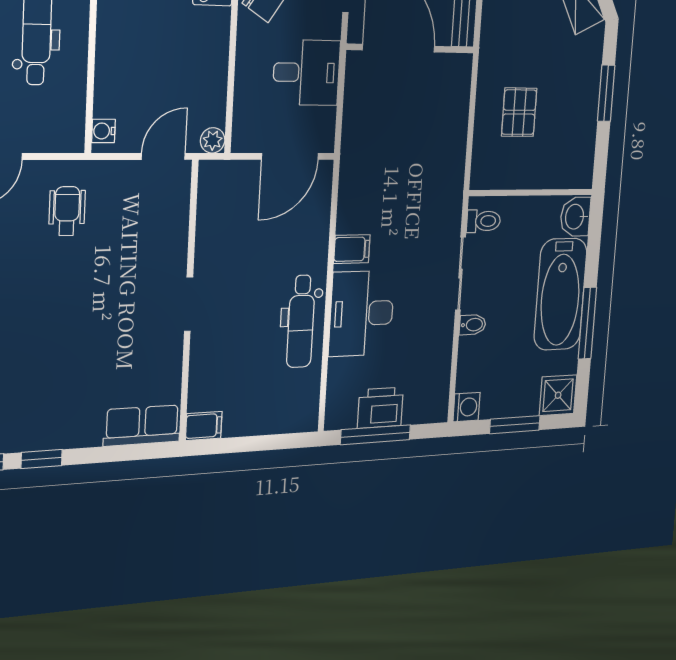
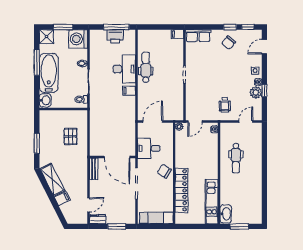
washing machine: (467, 407) -> (78, 39), width x1.89, depth x1.89
chair: (48, 410) -> (229, 43), added

